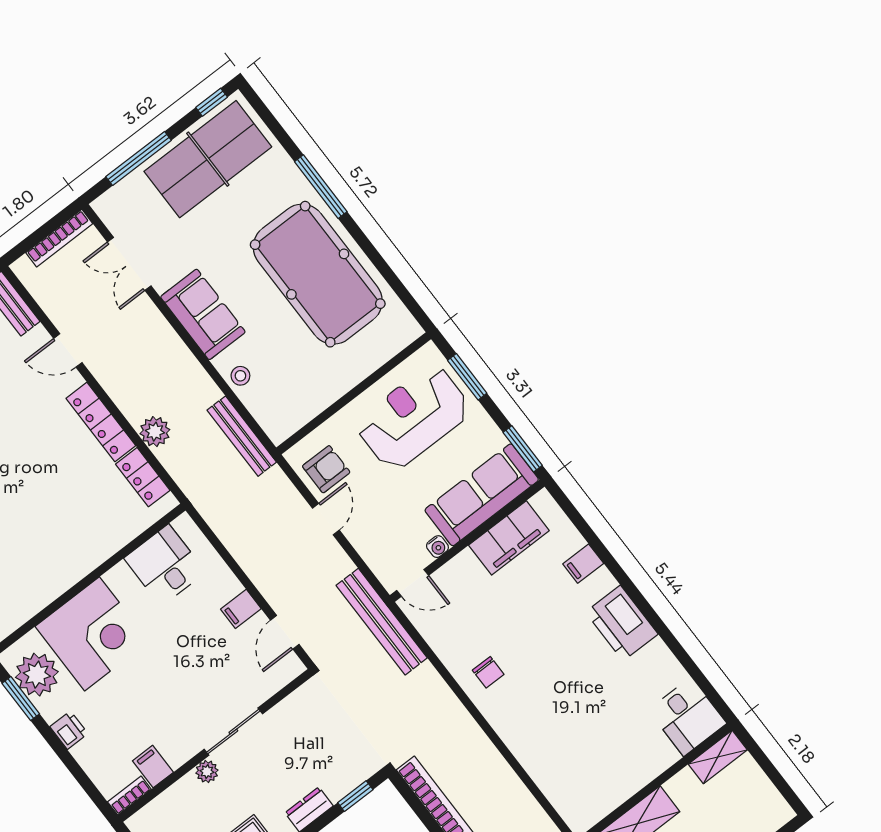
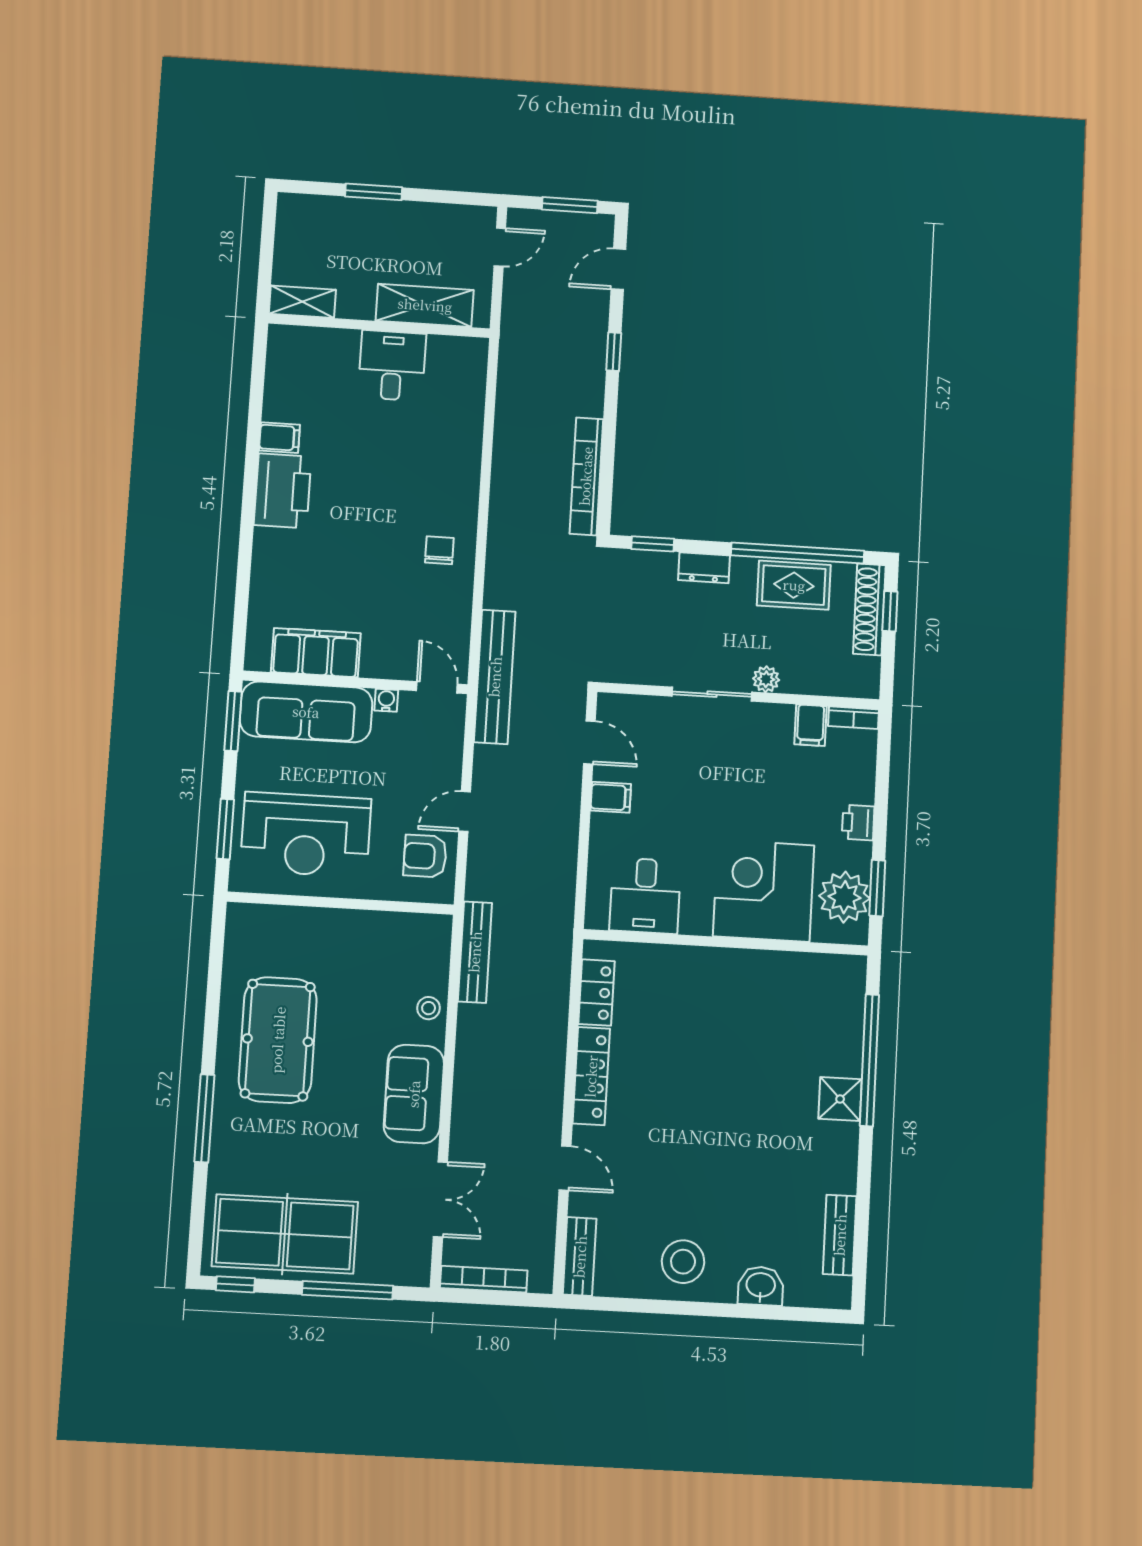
pool table: (318, 274) -> (278, 1040), width x0.73, depth x0.76
plant: (155, 432) -> (550, 1025), removed
filing cabinet: (583, 564) -> (279, 438), moved
door: (285, 632) -> (589, 742), hinge flipped
desk: (687, 717) -> (392, 366), moved

